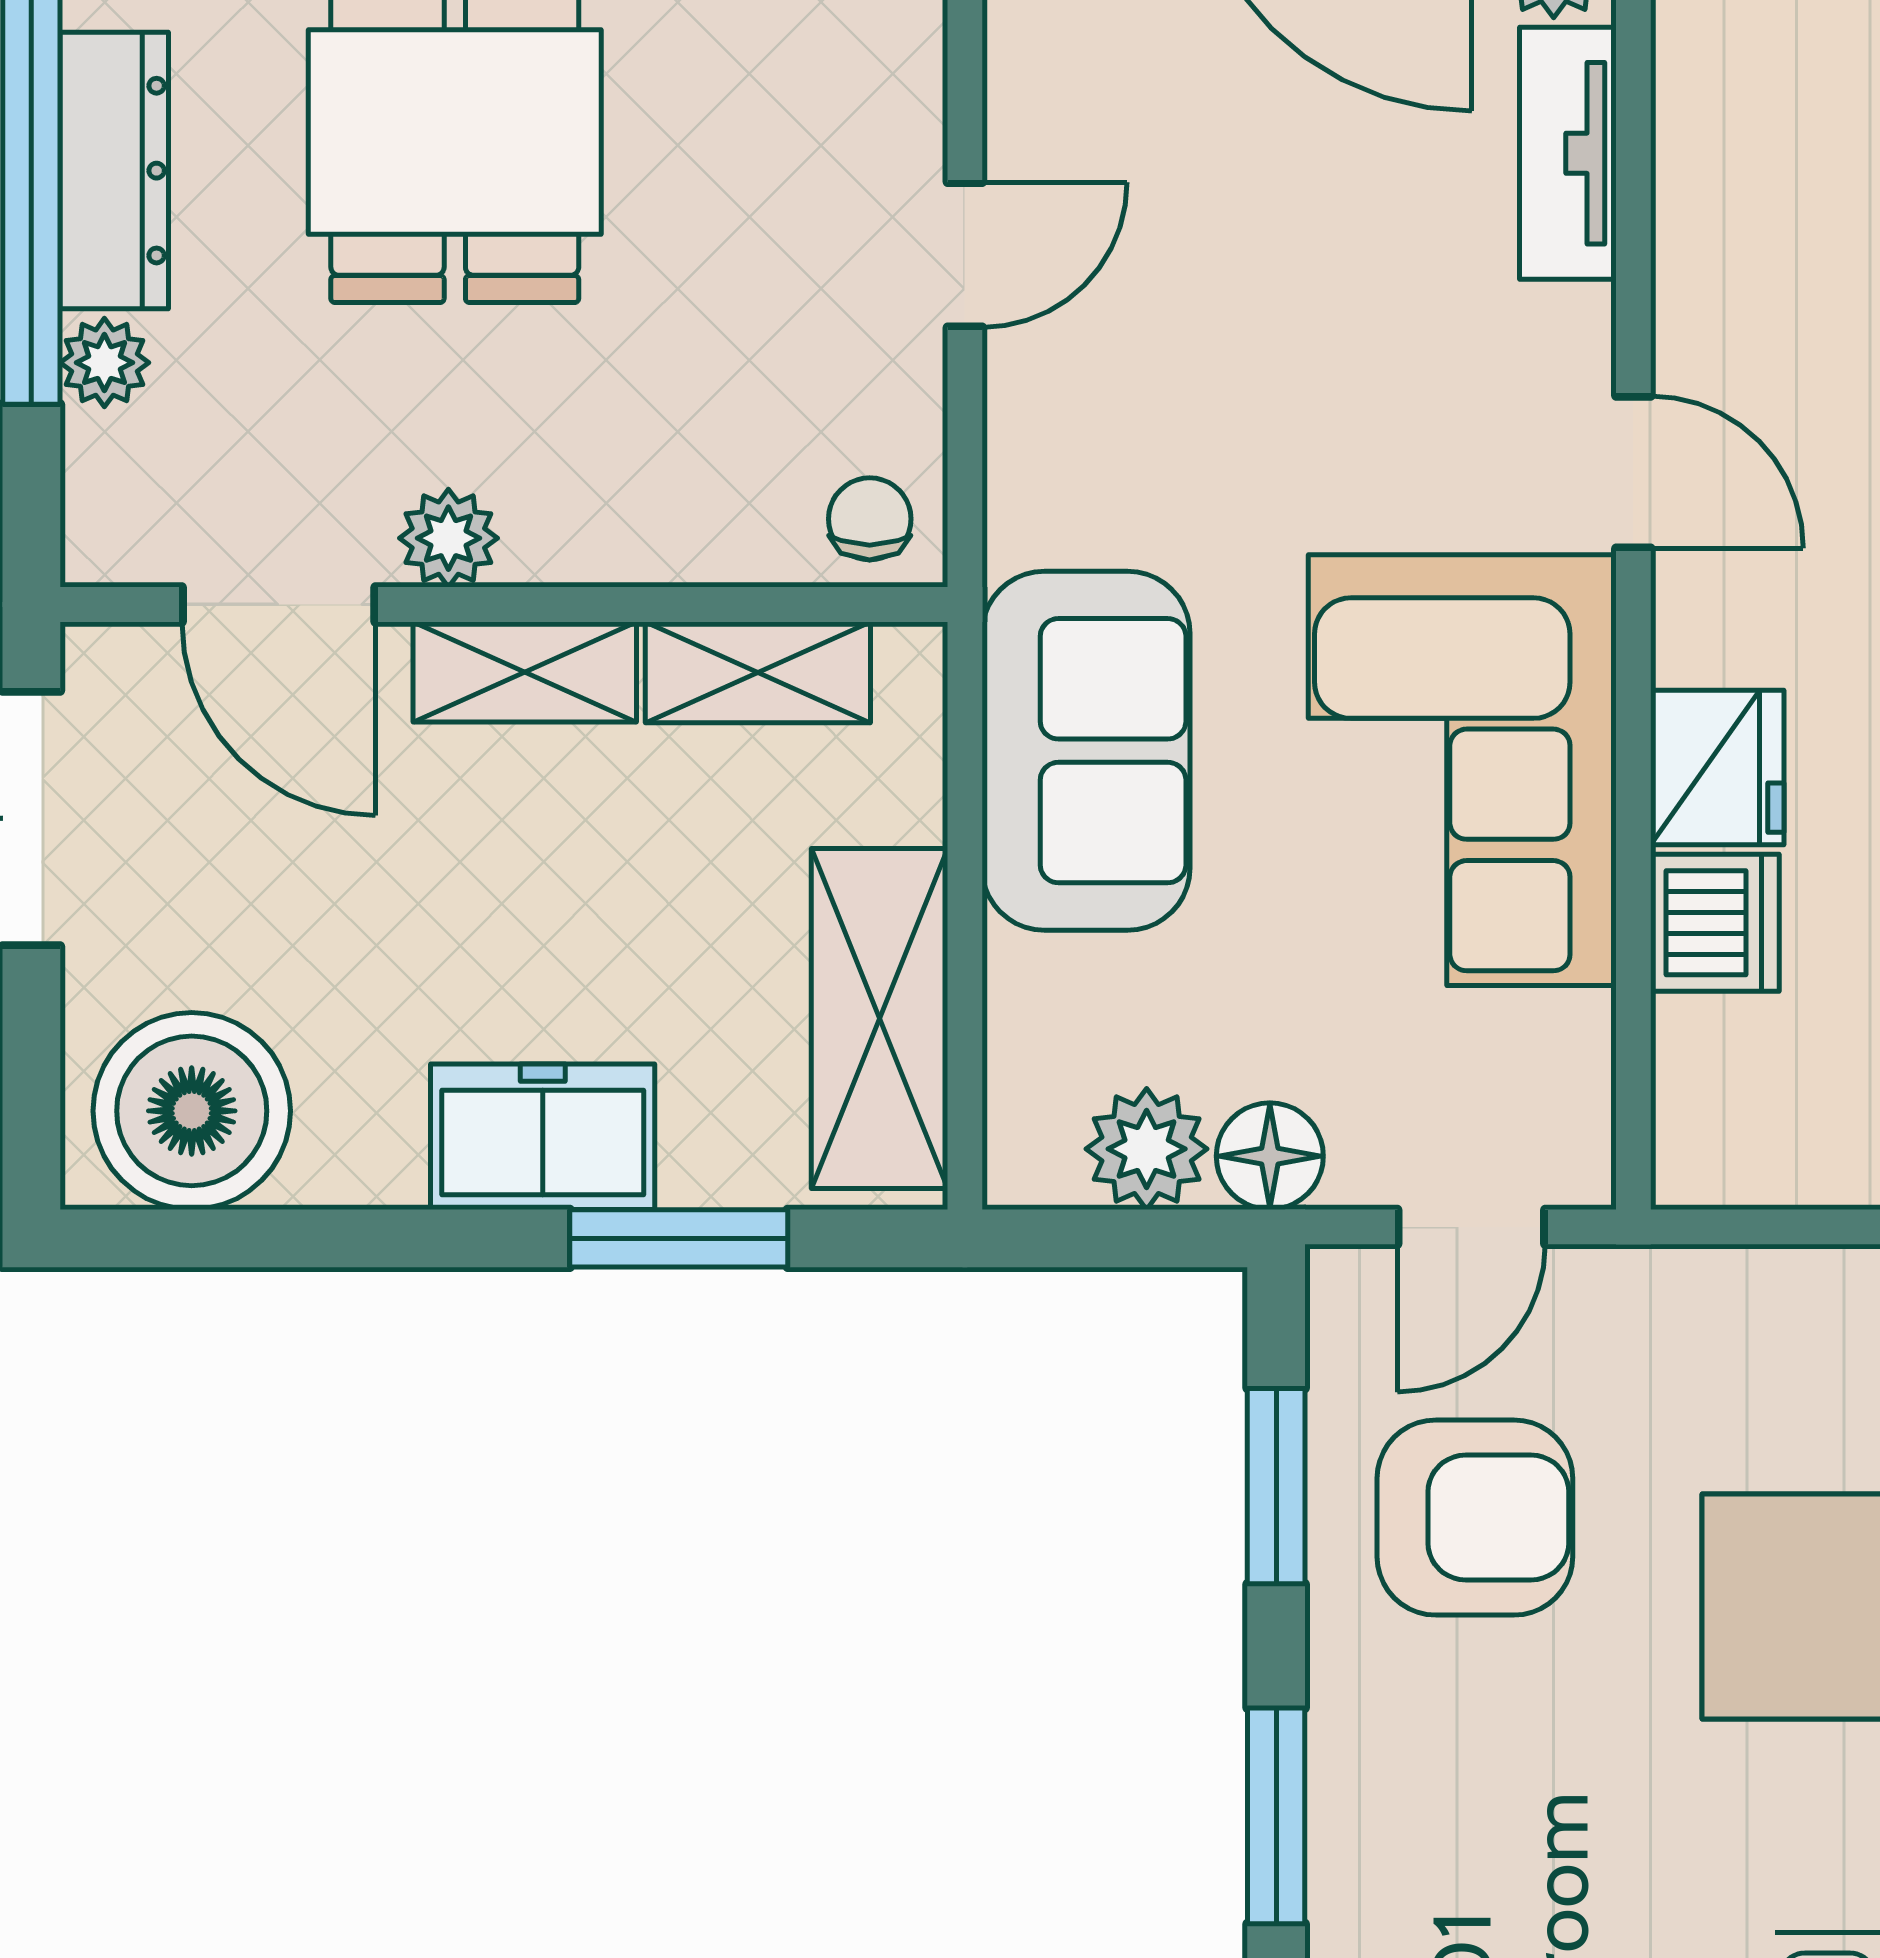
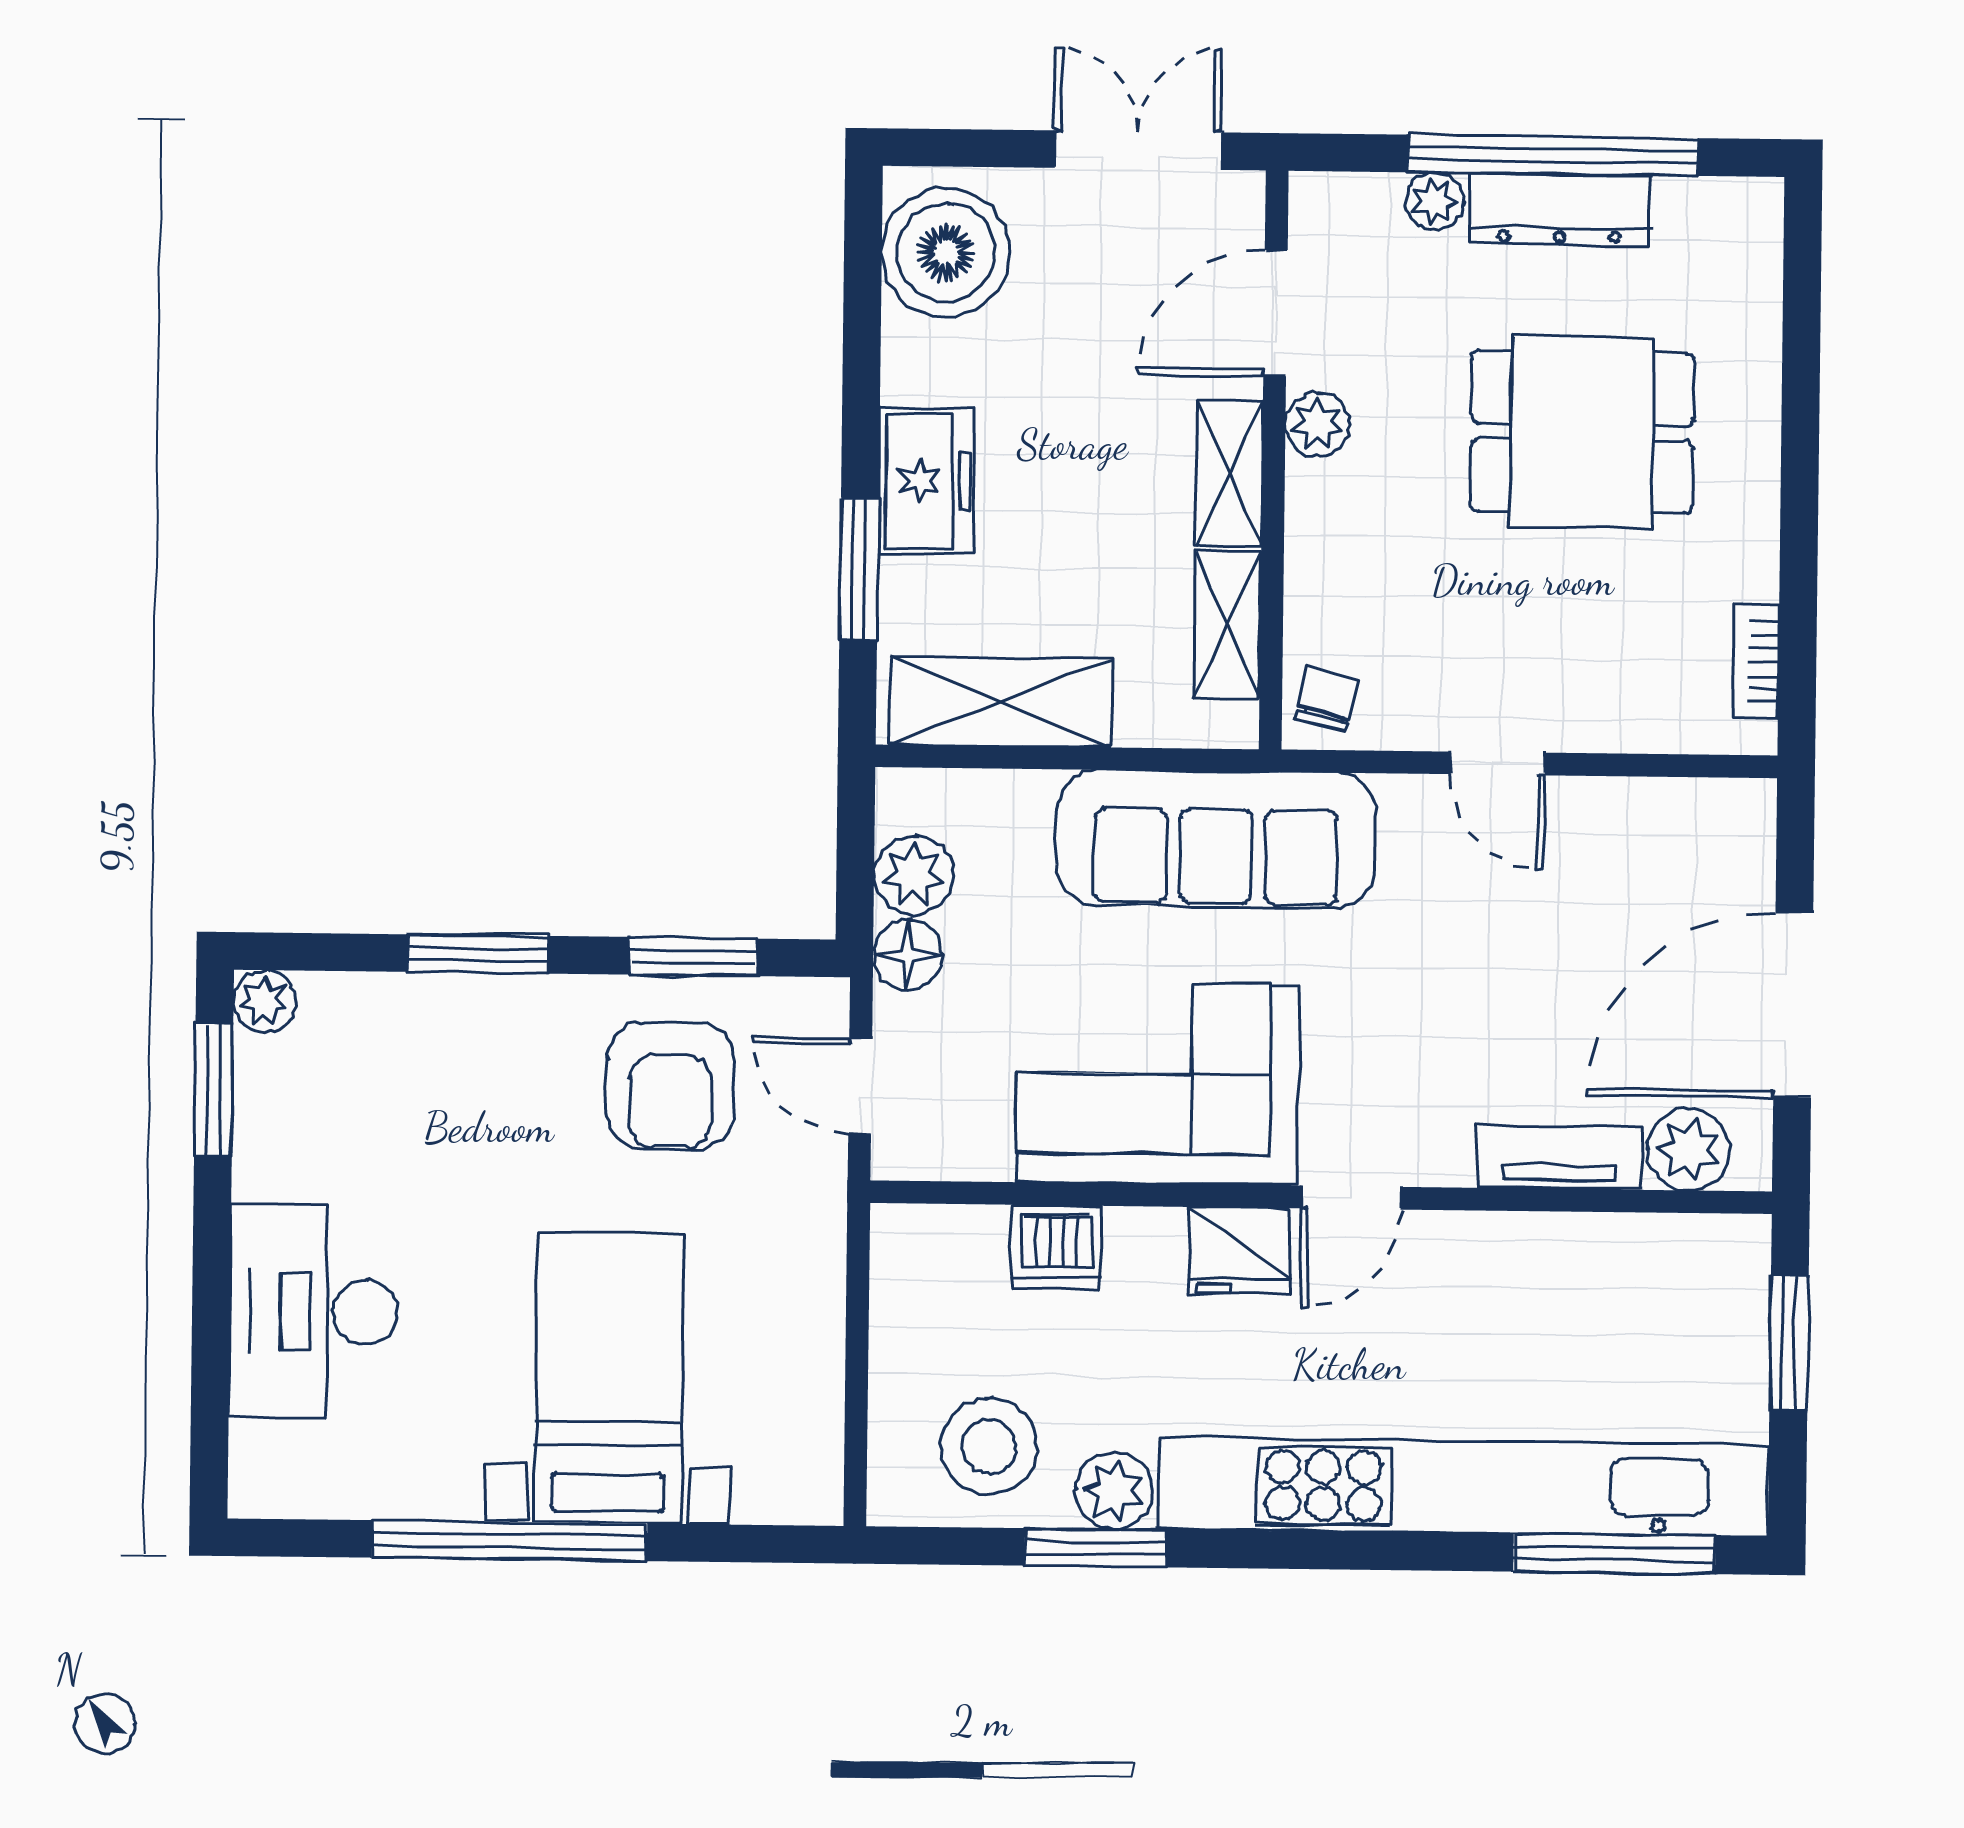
chair: (870, 519) -> (1327, 699), turned -76
sofa: (1086, 751) -> (1216, 839), width x1.36
fridge: (1717, 767) -> (1240, 1251), moved

